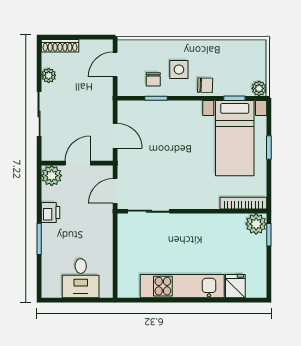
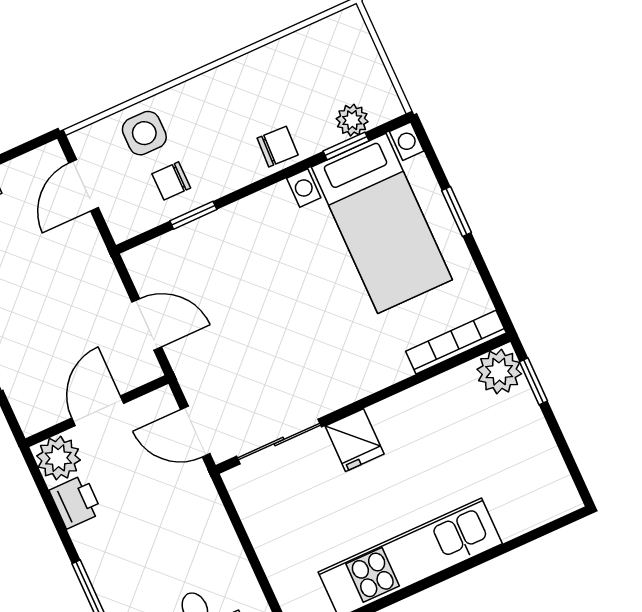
side table: (179, 70) -> (144, 133), moved
chair: (153, 79) -> (171, 181), turned 90
plant: (259, 88) -> (352, 120), moved
door: (115, 191) -> (195, 432), hinge flipped
printer: (51, 213) -> (76, 502), moved
fridge: (235, 286) -> (355, 440), moved, turned 180

